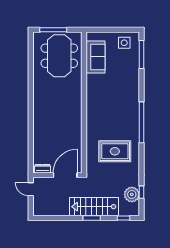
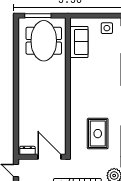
rug: (115, 151) -> (98, 134), turned 90
door: (65, 175) -> (49, 157), hinge flipped

